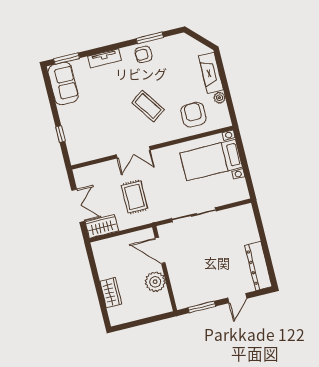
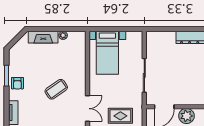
armchair: (194, 115) -> (71, 57), removed

